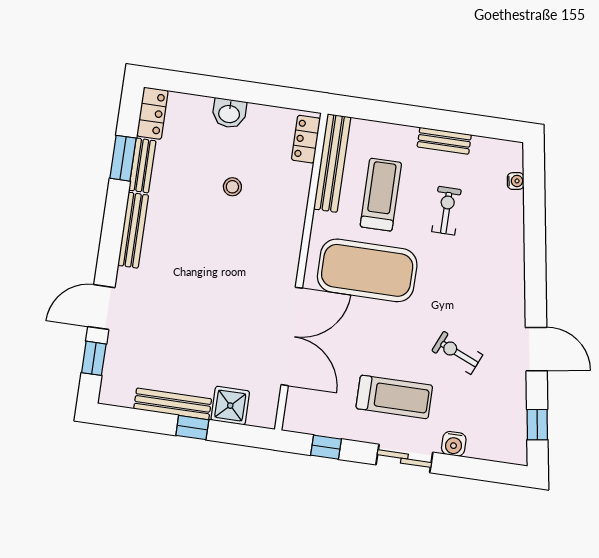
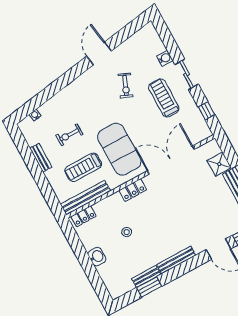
locker: (152, 113) -> (133, 190), moved, turned 180
window: (537, 425) -> (130, 29), removed

